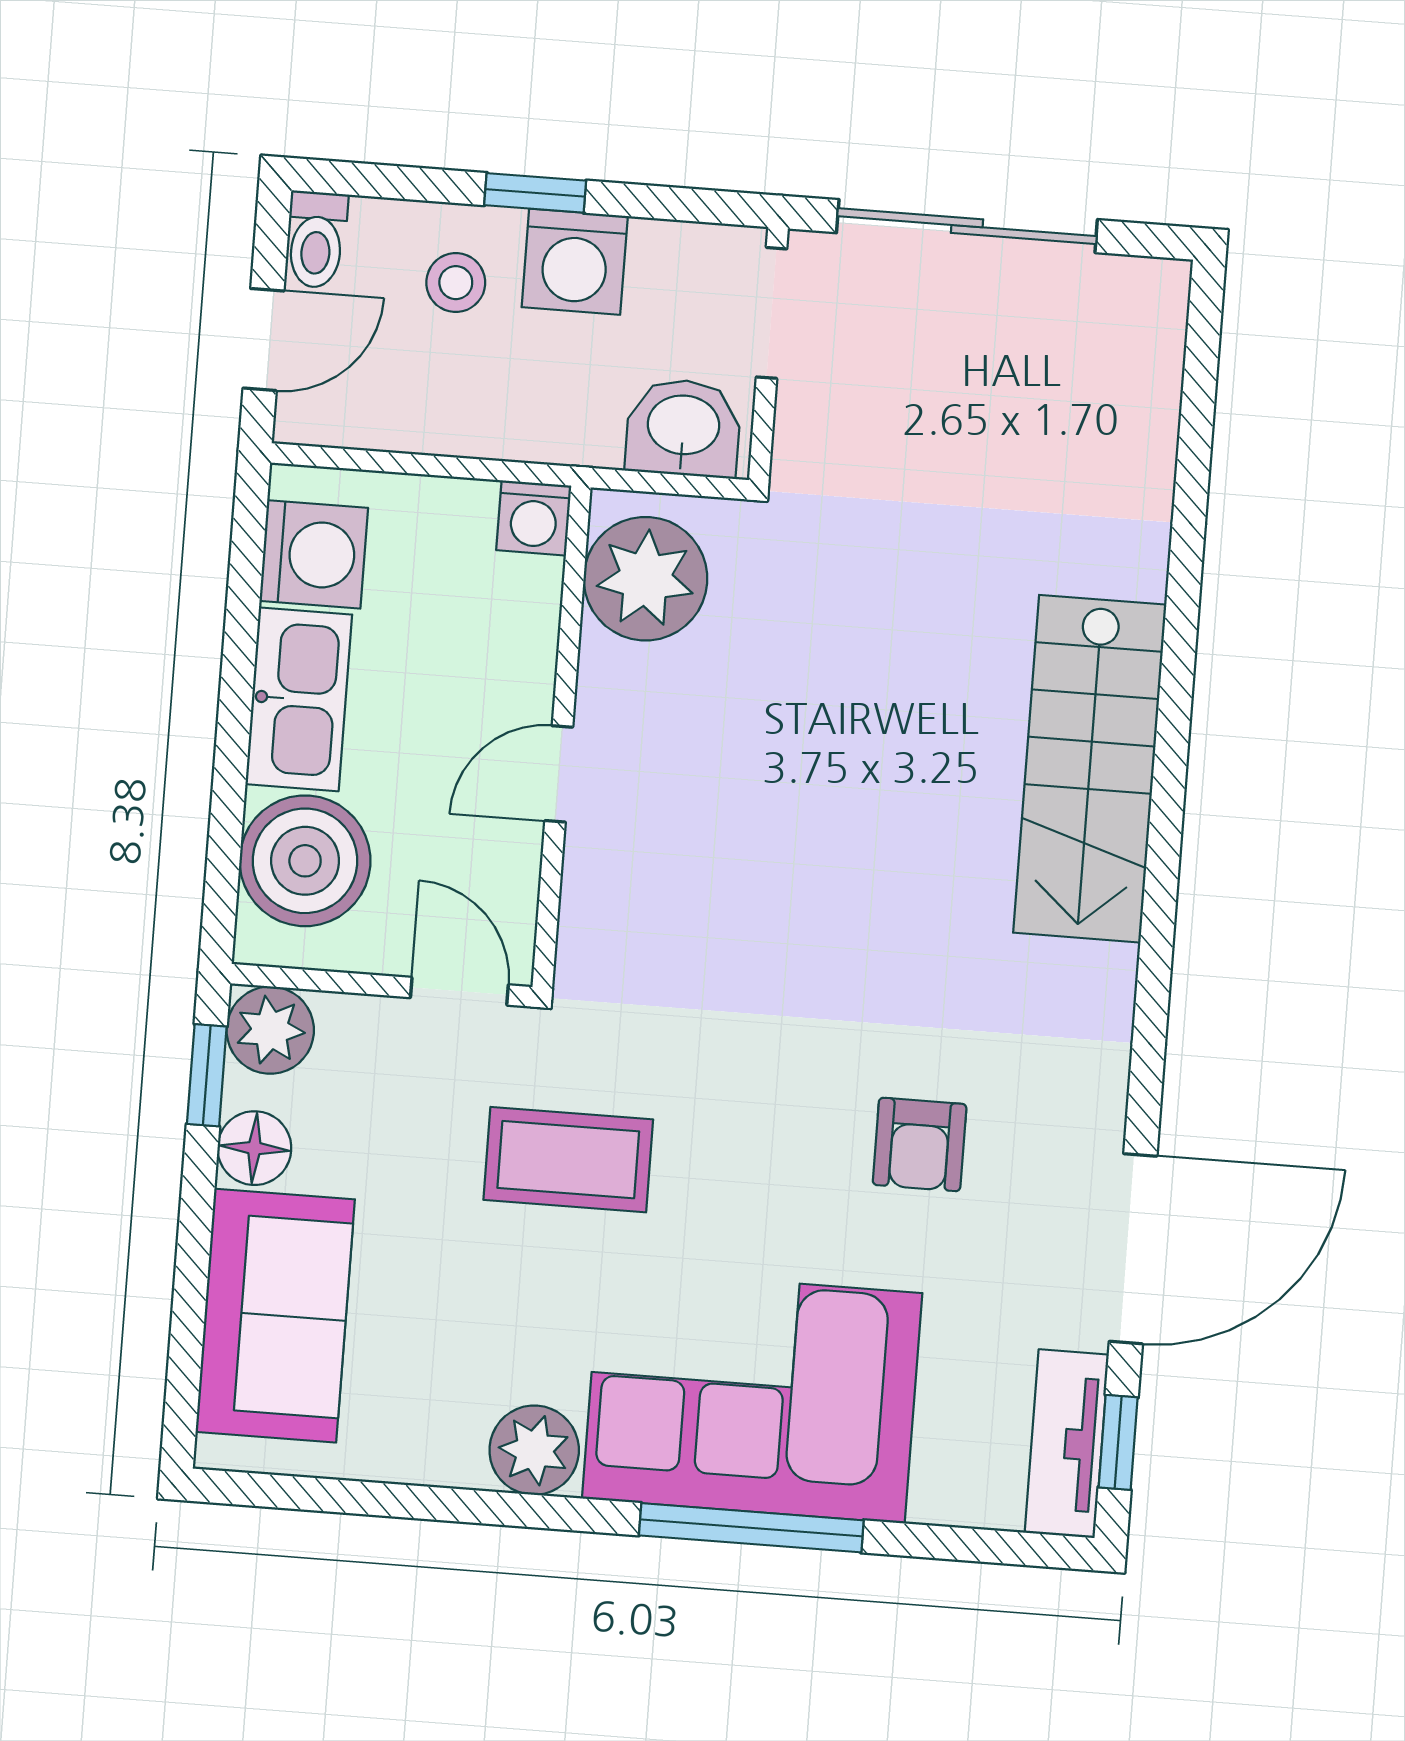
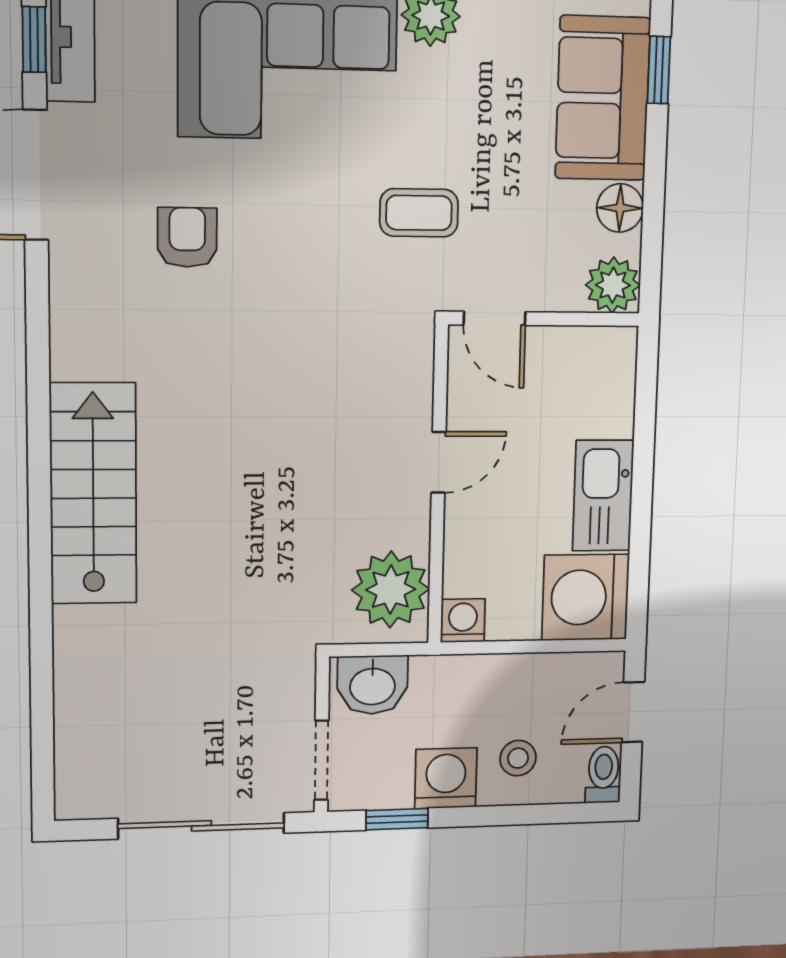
window: (535, 193) -> (397, 819), moved
washing machine: (314, 554) -> (586, 597), width x1.37, depth x1.37
boiler: (305, 861) -> (595, 395), removed
window: (207, 1075) -> (659, 70), moved
coffee table: (568, 1160) -> (419, 213), width x0.73, depth x0.77

